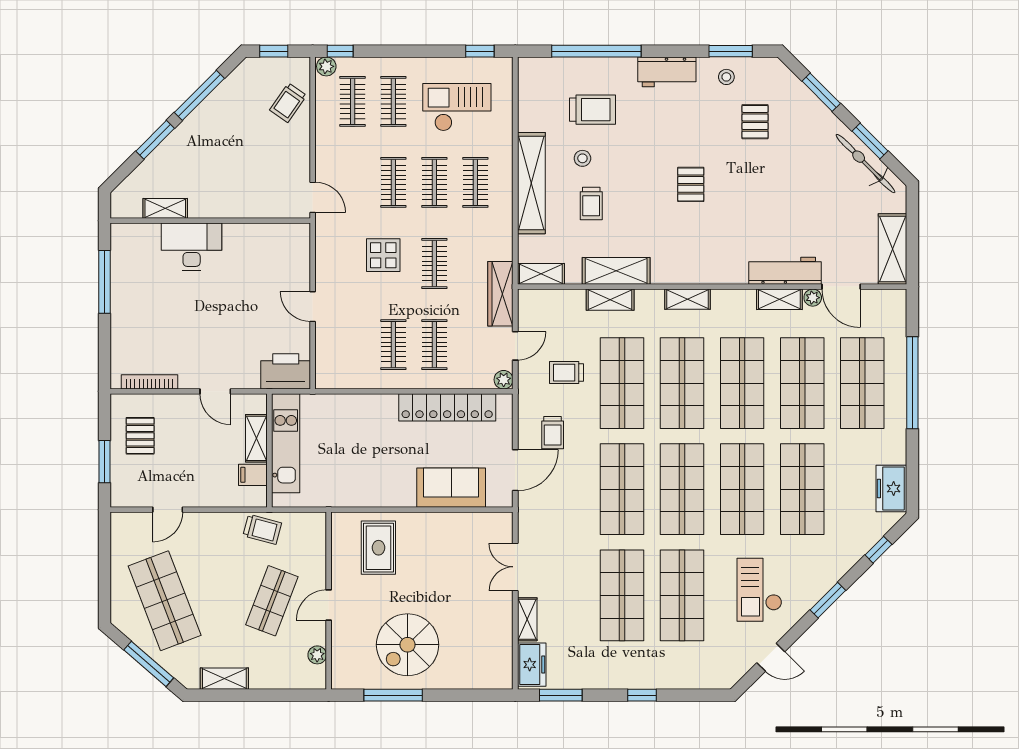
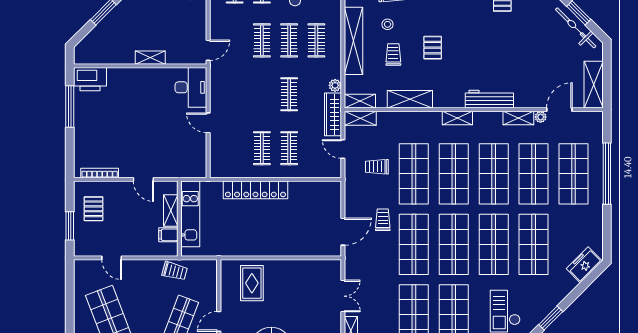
pallet: (691, 184) -> (433, 48), moved
door: (313, 197) -> (208, 50), hinge flipped
trolley: (591, 204) -> (393, 54), turned 180
shelving: (165, 208) -> (150, 58), moved
desk: (192, 247) -> (191, 87), moved, turned 90
display table: (383, 255) -> (255, 89), removed
workbench: (785, 271) -> (489, 99), moved
door: (841, 287) -> (559, 110), swing flipped
shelving: (610, 300) -> (360, 118), moved
door: (515, 346) -> (343, 149), swing flipped
printer: (286, 371) -> (90, 79), moved, turned 180
plant: (504, 380) -> (335, 85), moved
locker: (447, 407) -> (255, 190), moved
trolley: (553, 433) -> (383, 220), moved, turned 180
sofa: (451, 488) -> (300, 243), removed
freezer: (891, 489) -> (584, 265), moved, turned 45
door: (168, 510) -> (112, 258), hinge flipped
window: (878, 550) -> (584, 285), removed
double door: (515, 567) -> (343, 296), swing flipped

